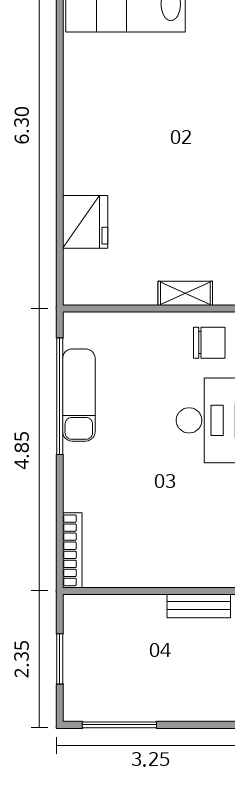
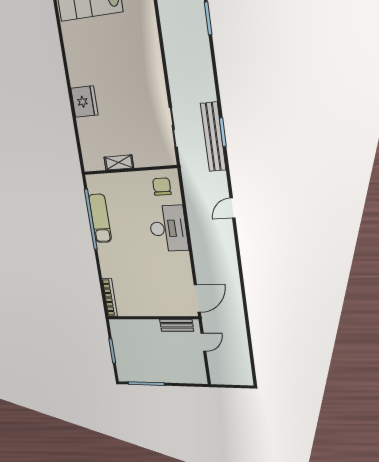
fridge: (85, 222) -> (84, 102), moved
shelving: (185, 293) -> (119, 162), moved
chair: (209, 343) -> (162, 187), turned -90

